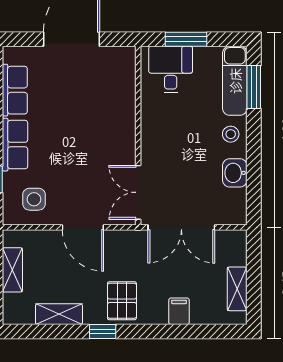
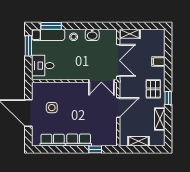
window: (186, 39) -> (28, 46), moved
side table: (34, 199) -> (52, 108), moved
shelving: (237, 289) -> (130, 34), moved
pallet: (122, 301) -> (153, 89), turned 90

